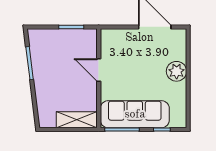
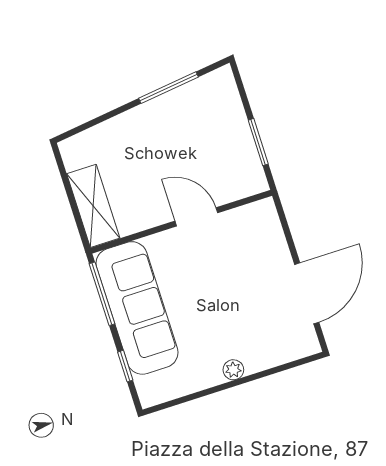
door: (99, 70) -> (196, 217), hinge flipped
plant: (177, 71) -> (233, 370), width x0.53, depth x0.53

